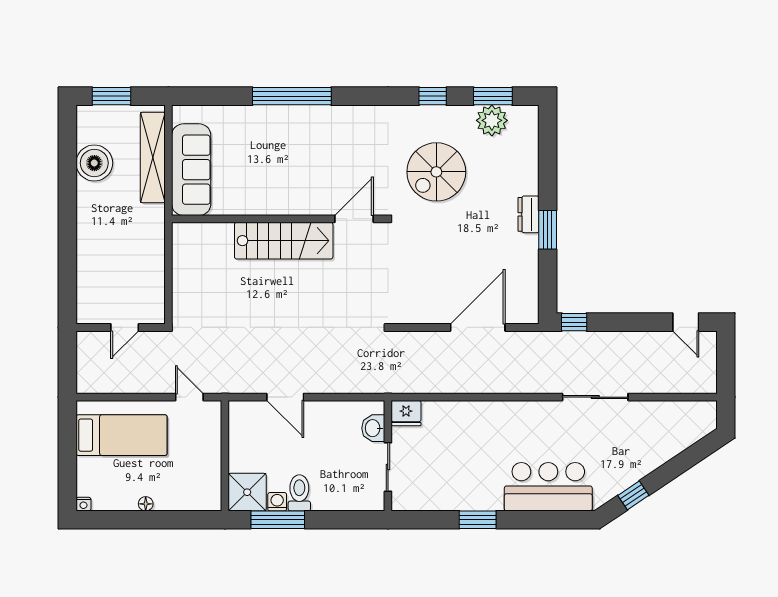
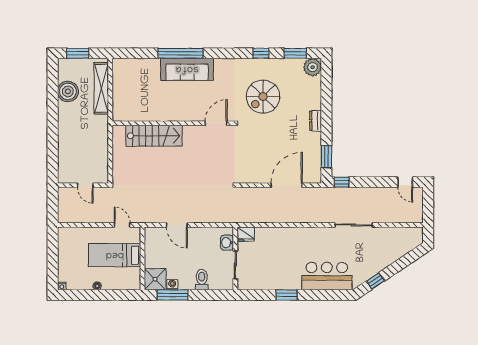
plant: (492, 120) -> (313, 67), moved
sofa: (191, 170) -> (187, 69), moved, turned 90
window: (548, 230) -> (326, 157), moved
stairs: (284, 241) -> (154, 136), moved
door: (125, 327) -> (85, 185), hinge flipped
bed: (122, 435) -> (115, 255), moved, turned 180
toilet: (299, 493) -> (202, 280), moved

